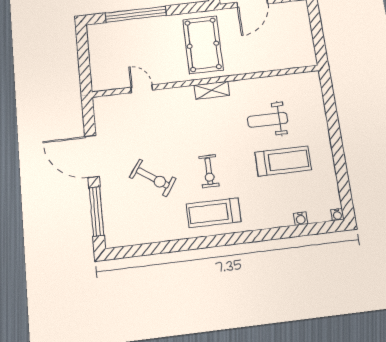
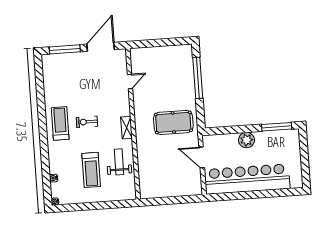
wall: (206, 81) -> (133, 124), moved
door: (142, 89) -> (130, 81), moved
shelving: (212, 90) -> (127, 128), moved
exercise bike: (153, 178) -> (84, 86), removed

